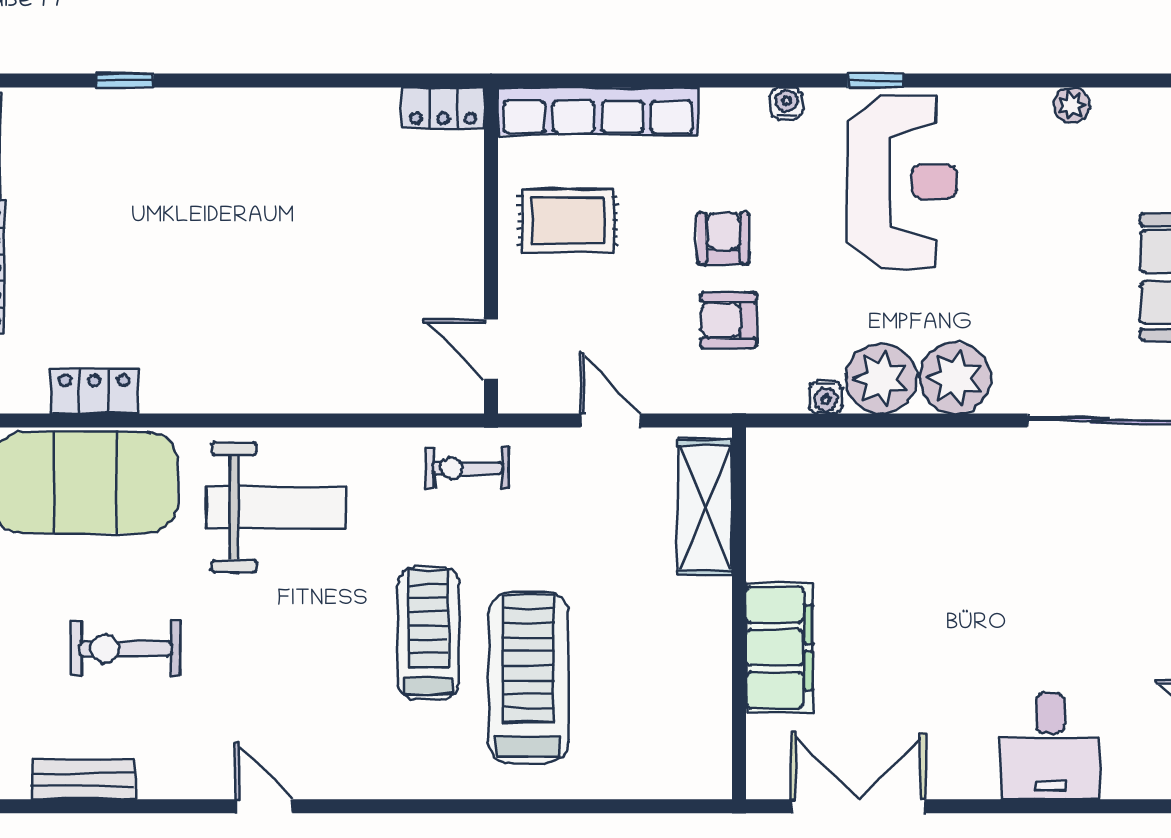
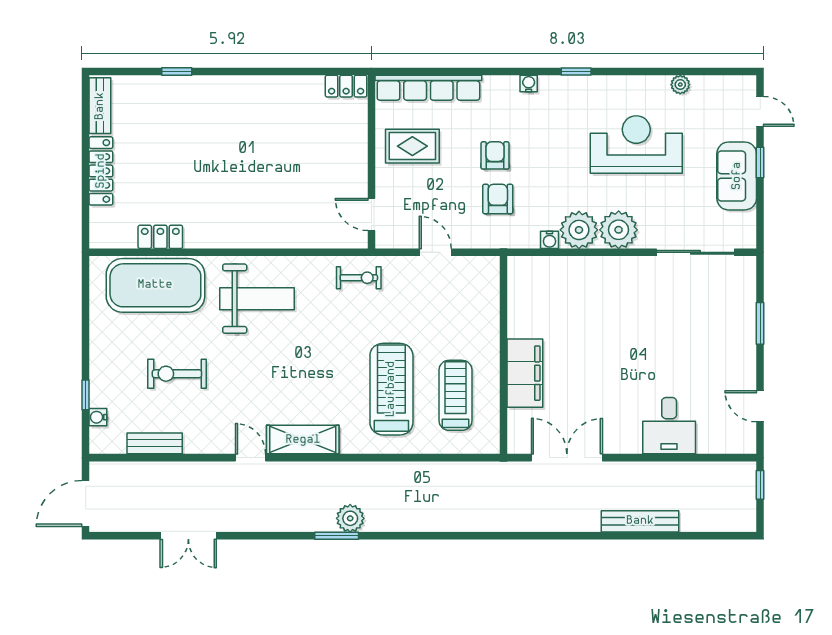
reception desk: (903, 182) -> (636, 145), moved, turned -90
armchair: (728, 320) -> (498, 199), turned 90
exercise bike: (467, 468) -> (359, 278), turned 180
shelving: (705, 507) -> (303, 440), moved, turned 90
treadmill: (428, 633) -> (456, 395), moved

